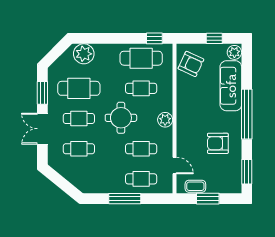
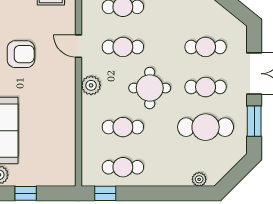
plant: (84, 54) -> (199, 179), width x0.53, depth x0.53
cafe table: (141, 58) -> (123, 167), width x0.73, depth x0.74
armchair: (191, 64) -> (57, 160), removed
door: (174, 166) -> (79, 46), moved

